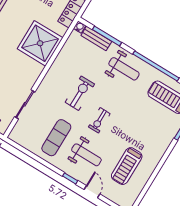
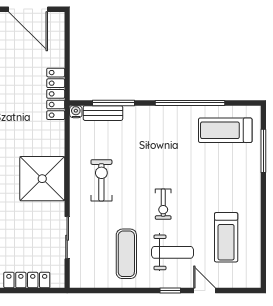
shower: (40, 43) -> (42, 179), moved
weight bench: (124, 69) -> (155, 128), removed
exercise bike: (80, 93) -> (101, 180), moved

